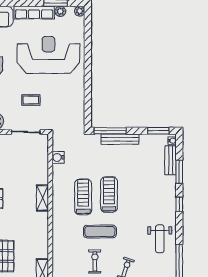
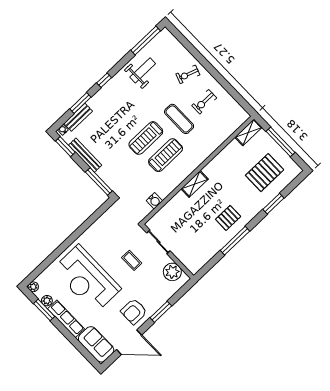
bench: (120, 139) -> (85, 155), moved
treadmill: (83, 197) -> (166, 155), turned 180

